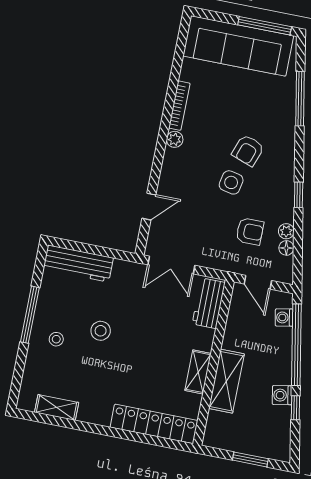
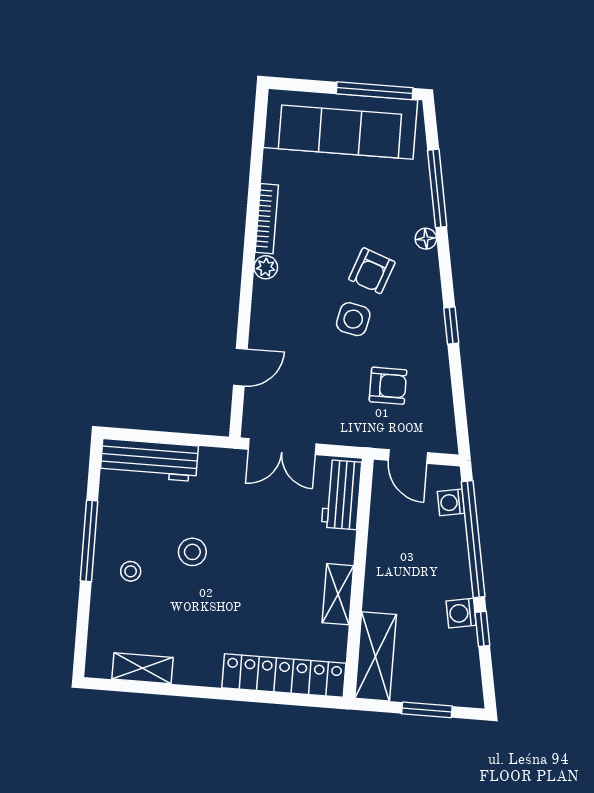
plant: (286, 231) -> (440, 379), removed
floor lamp: (286, 248) -> (426, 239), moved
shelving: (226, 381) -> (376, 656), moved

